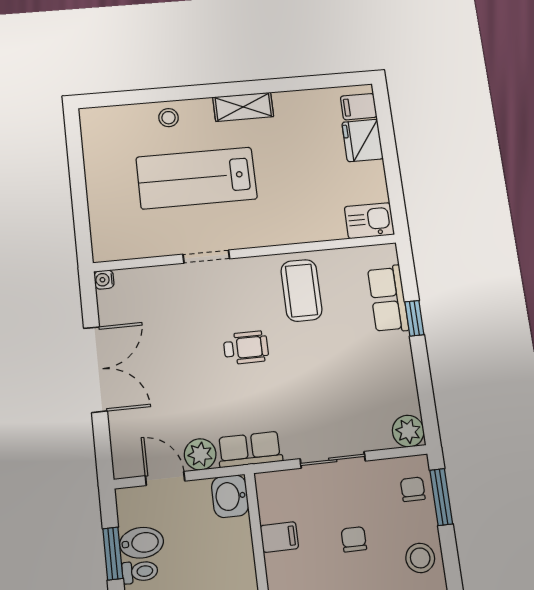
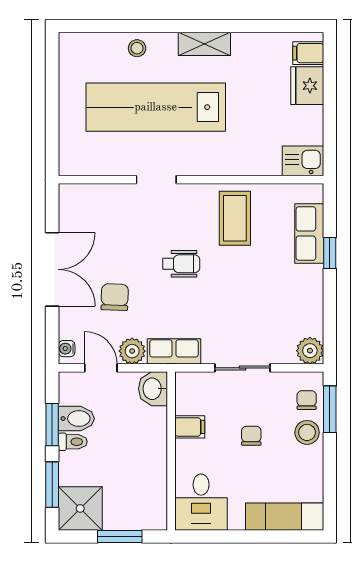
lab bench: (197, 178) -> (156, 107), width x1.36
water cooler: (104, 280) -> (67, 349), moved
chair: (173, 394) -> (115, 297), added
stool: (420, 558) -> (307, 432), moved

